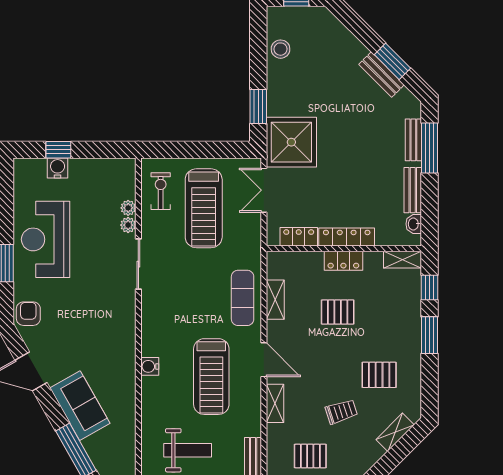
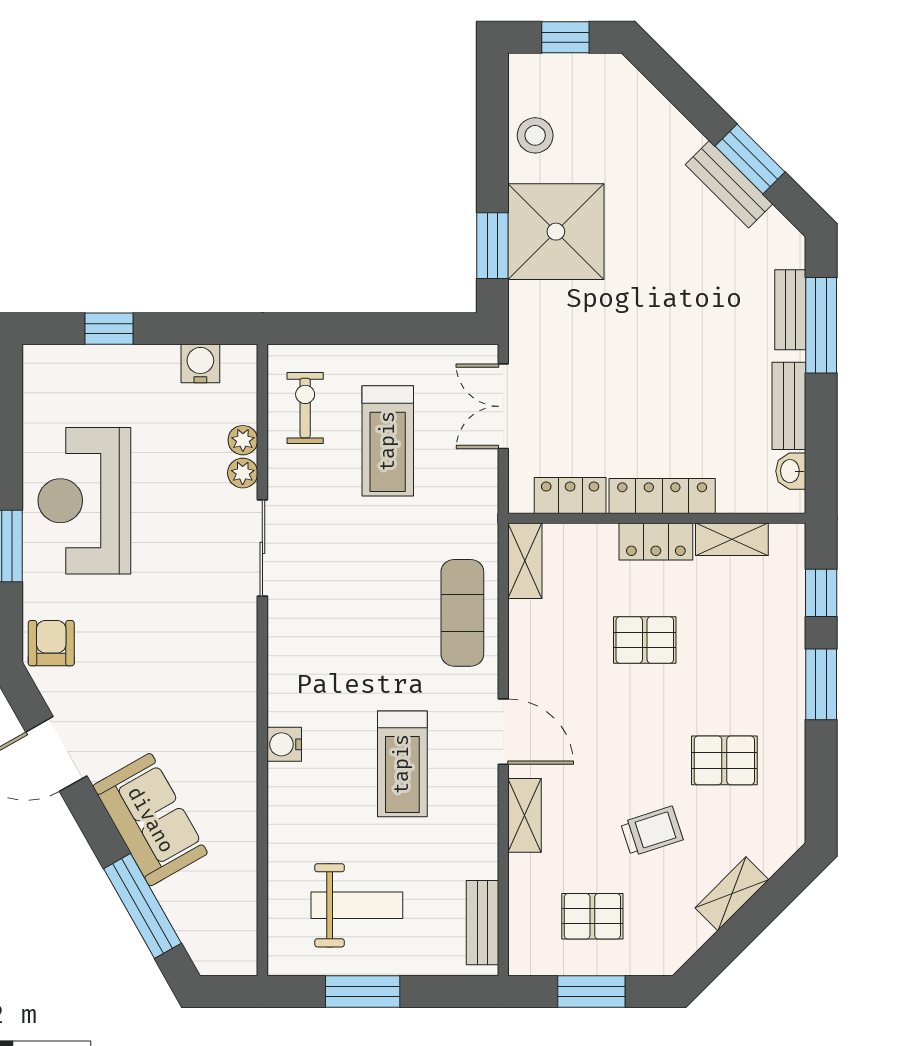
shower: (291, 142) -> (556, 232), moved
water cooler: (58, 168) -> (200, 364), moved
treadmill: (204, 208) -> (388, 441), width x0.73, depth x0.73
shelving: (403, 260) -> (732, 539), moved
shelving: (275, 300) -> (525, 561), moved
treadmill: (211, 377) -> (402, 764), width x0.73, depth x0.73
shelving: (395, 432) -> (732, 894), moved

